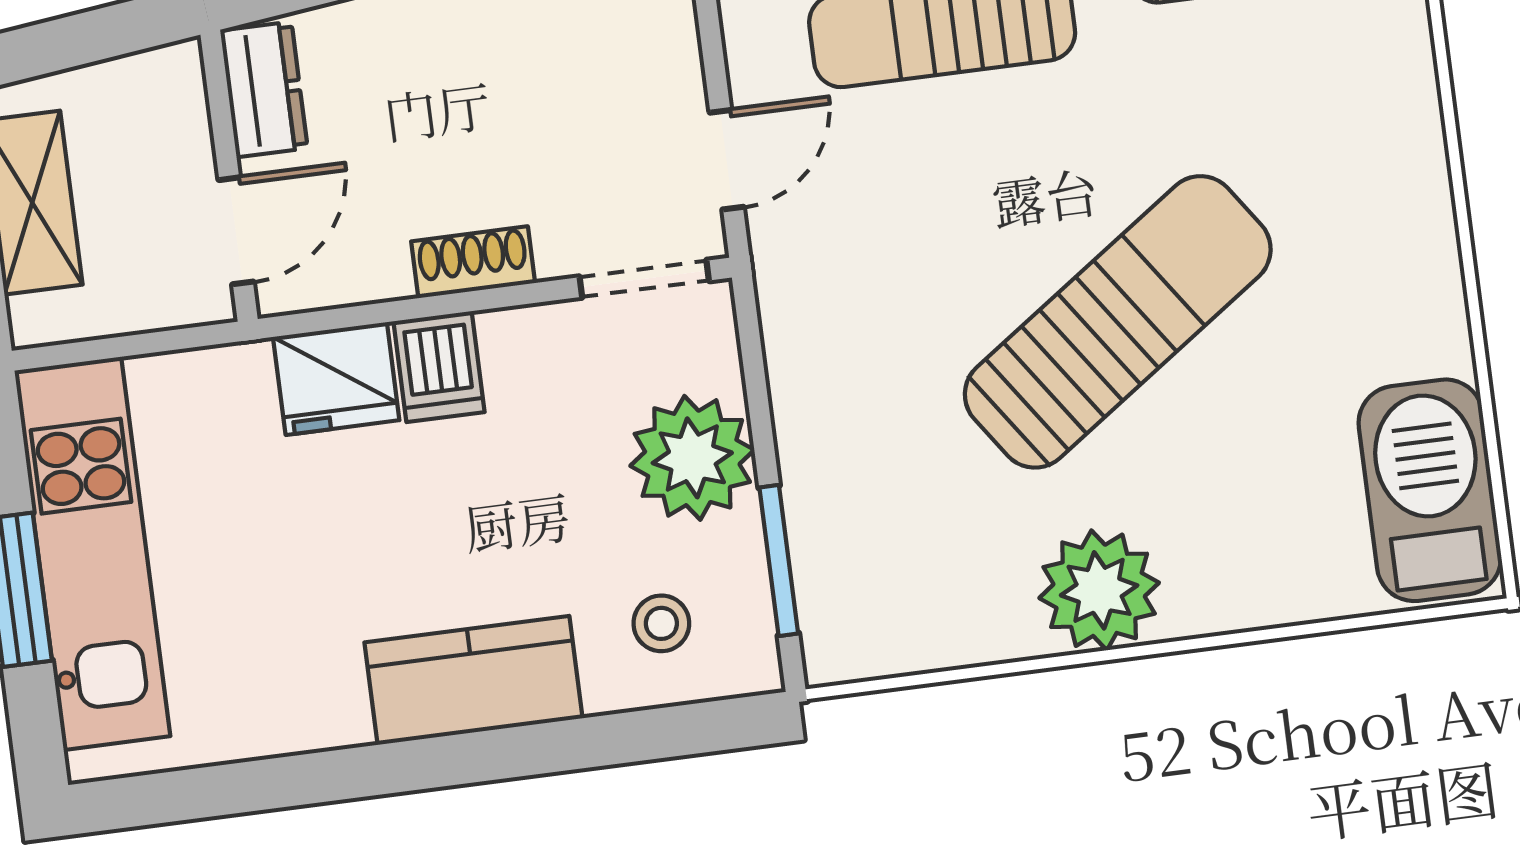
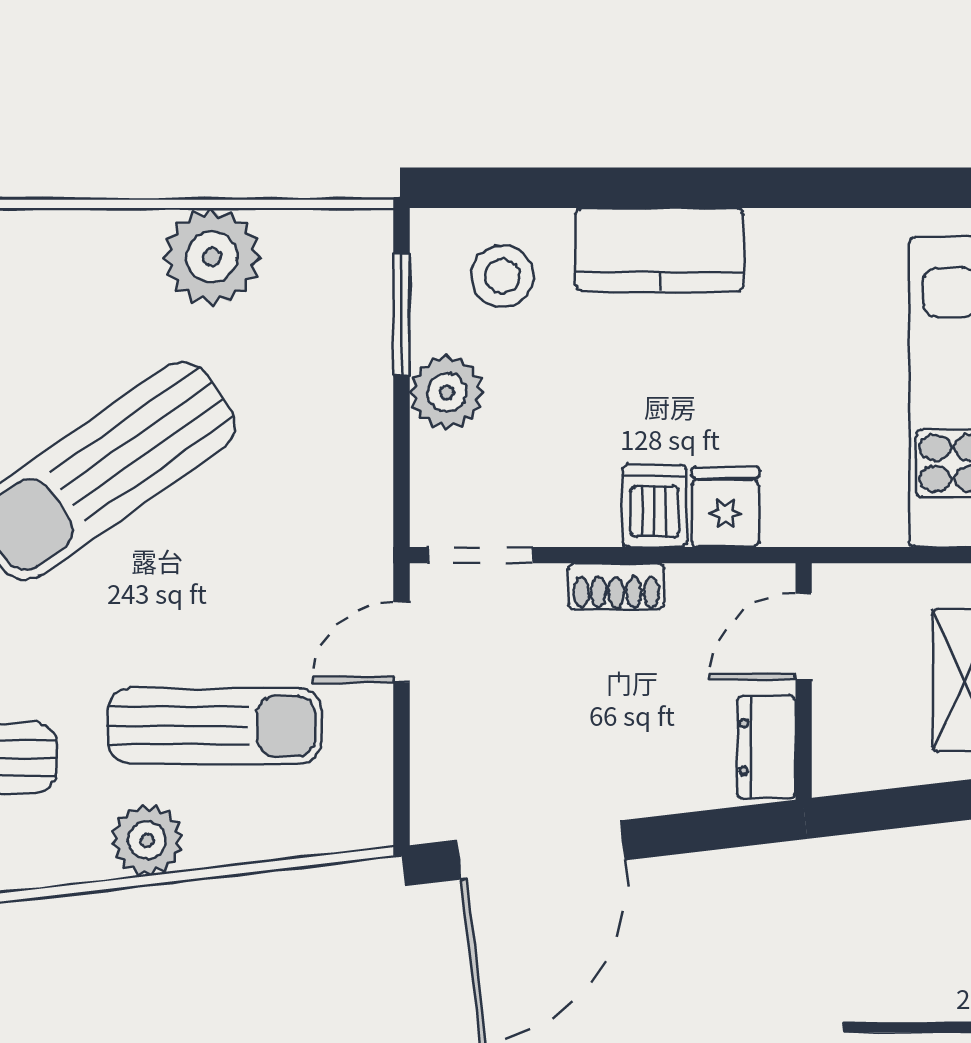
fridge: (336, 379) -> (725, 507), width x0.72
plant: (692, 458) -> (447, 392), width x0.73, depth x0.73
plant: (1099, 590) -> (212, 257), moved
stool: (661, 623) -> (502, 276), width x1.37, depth x1.37

